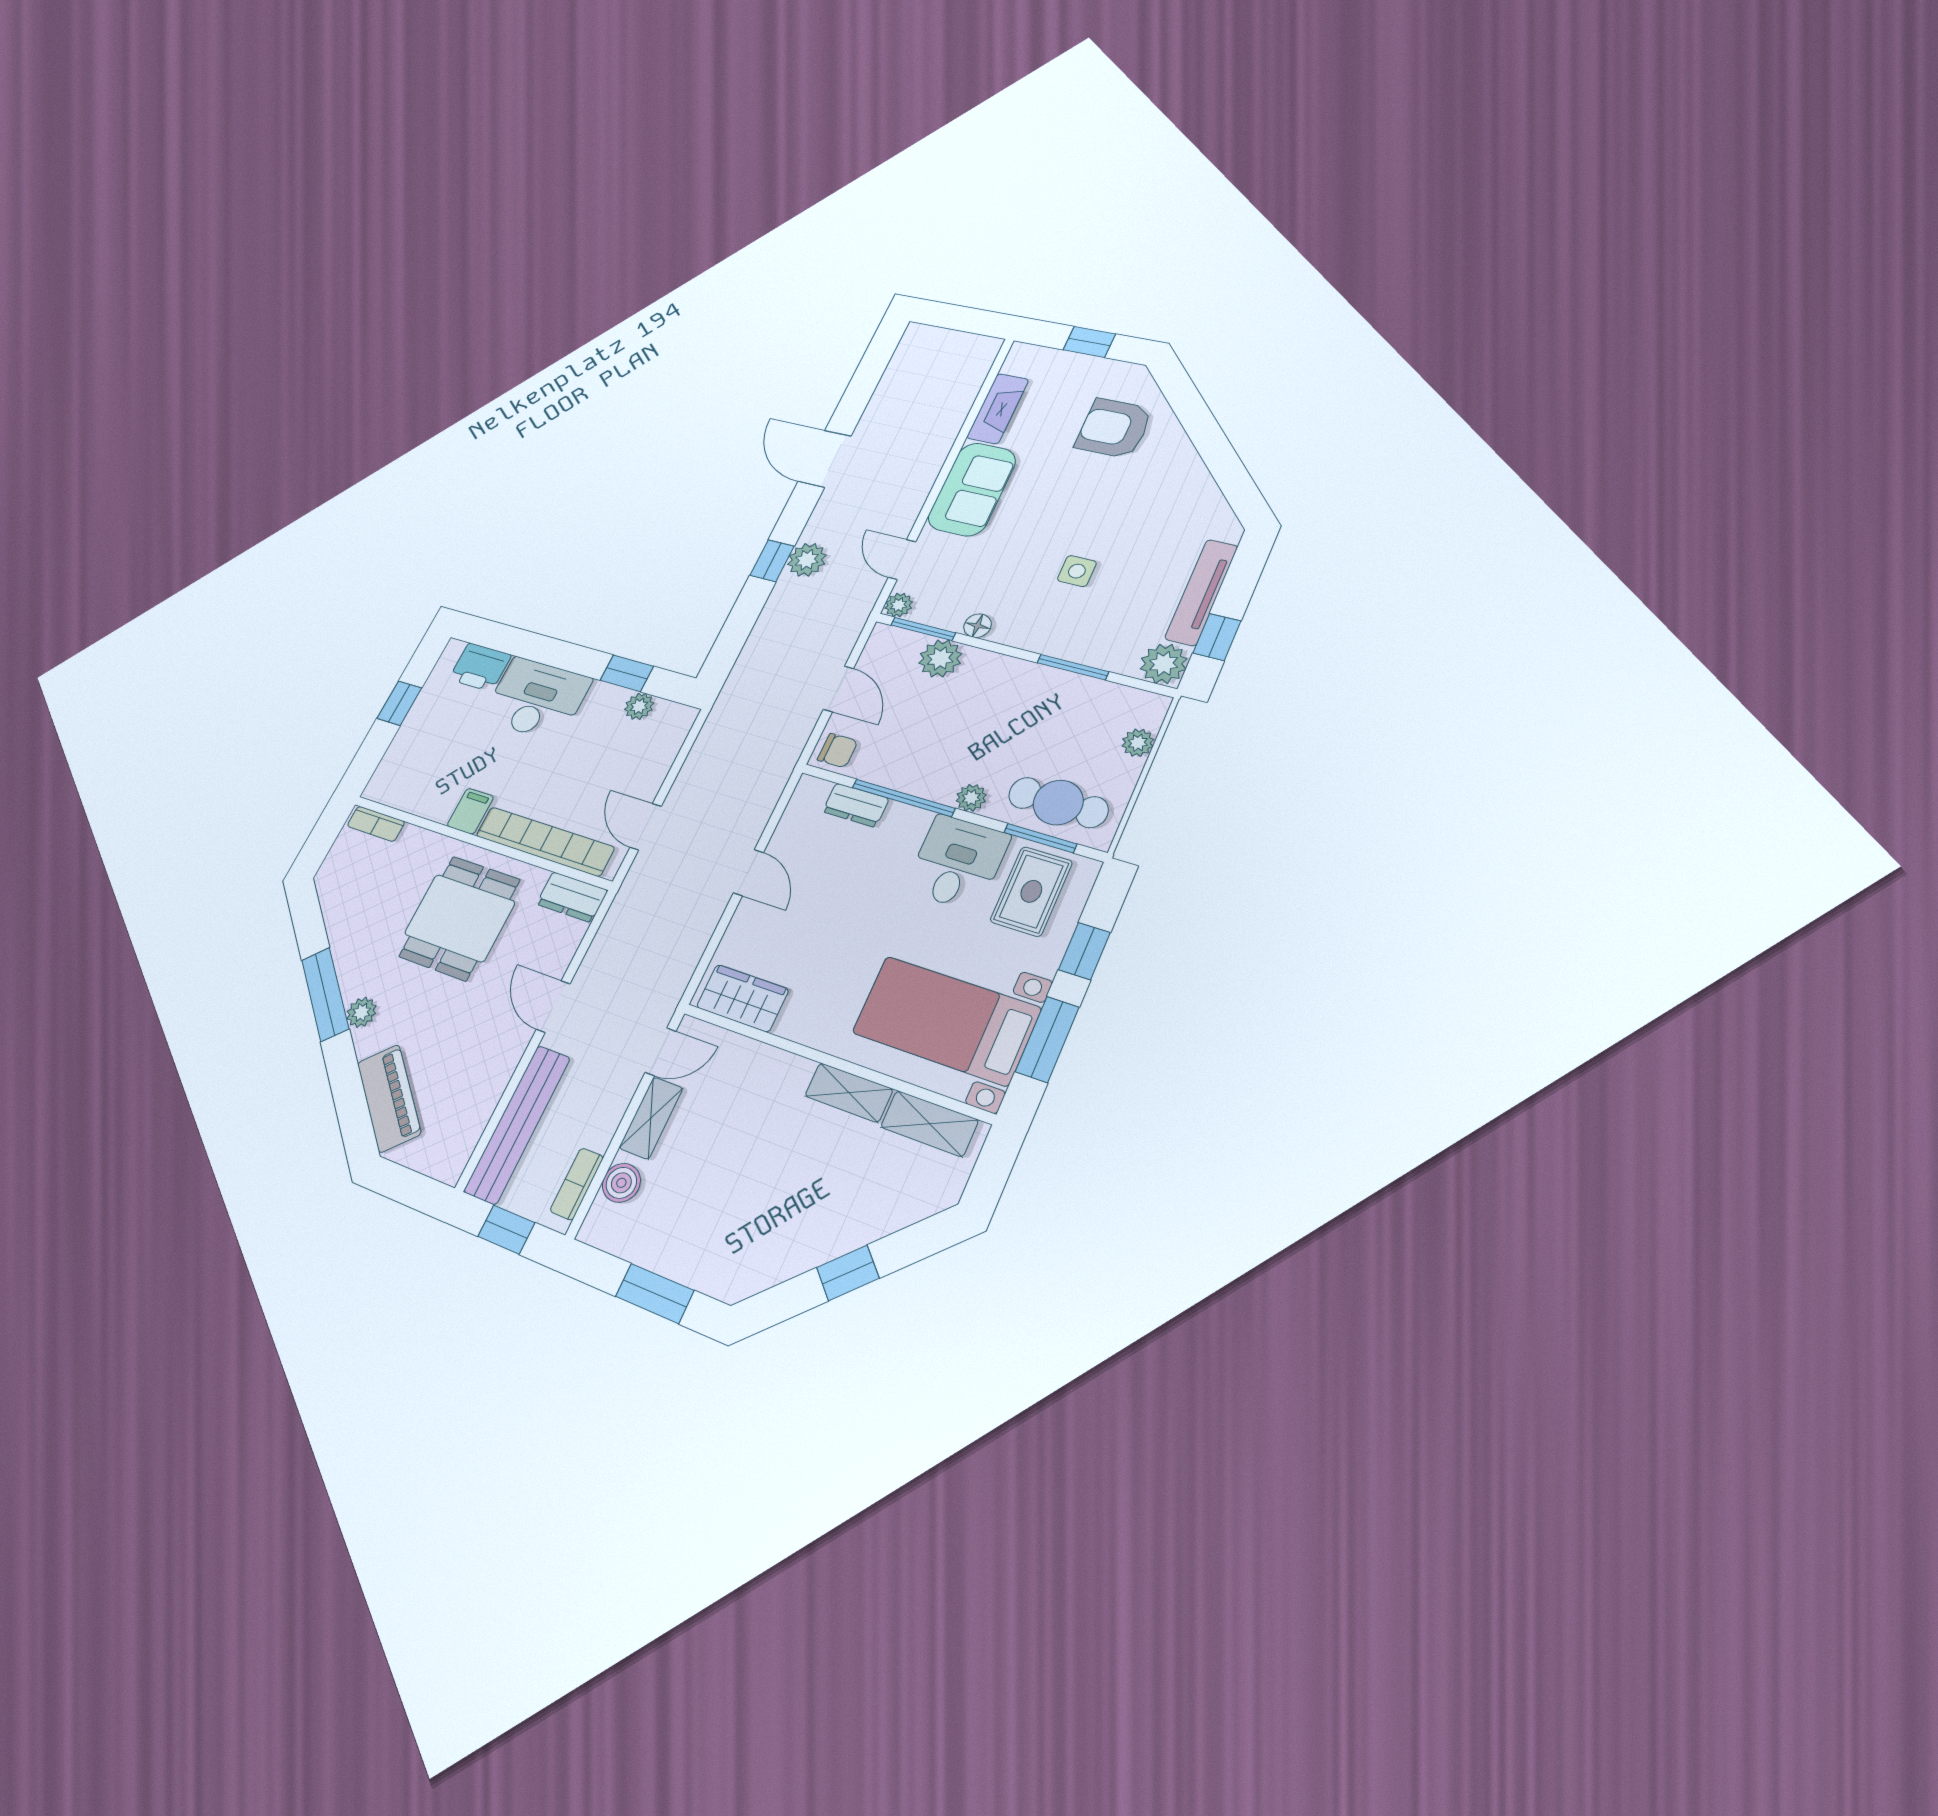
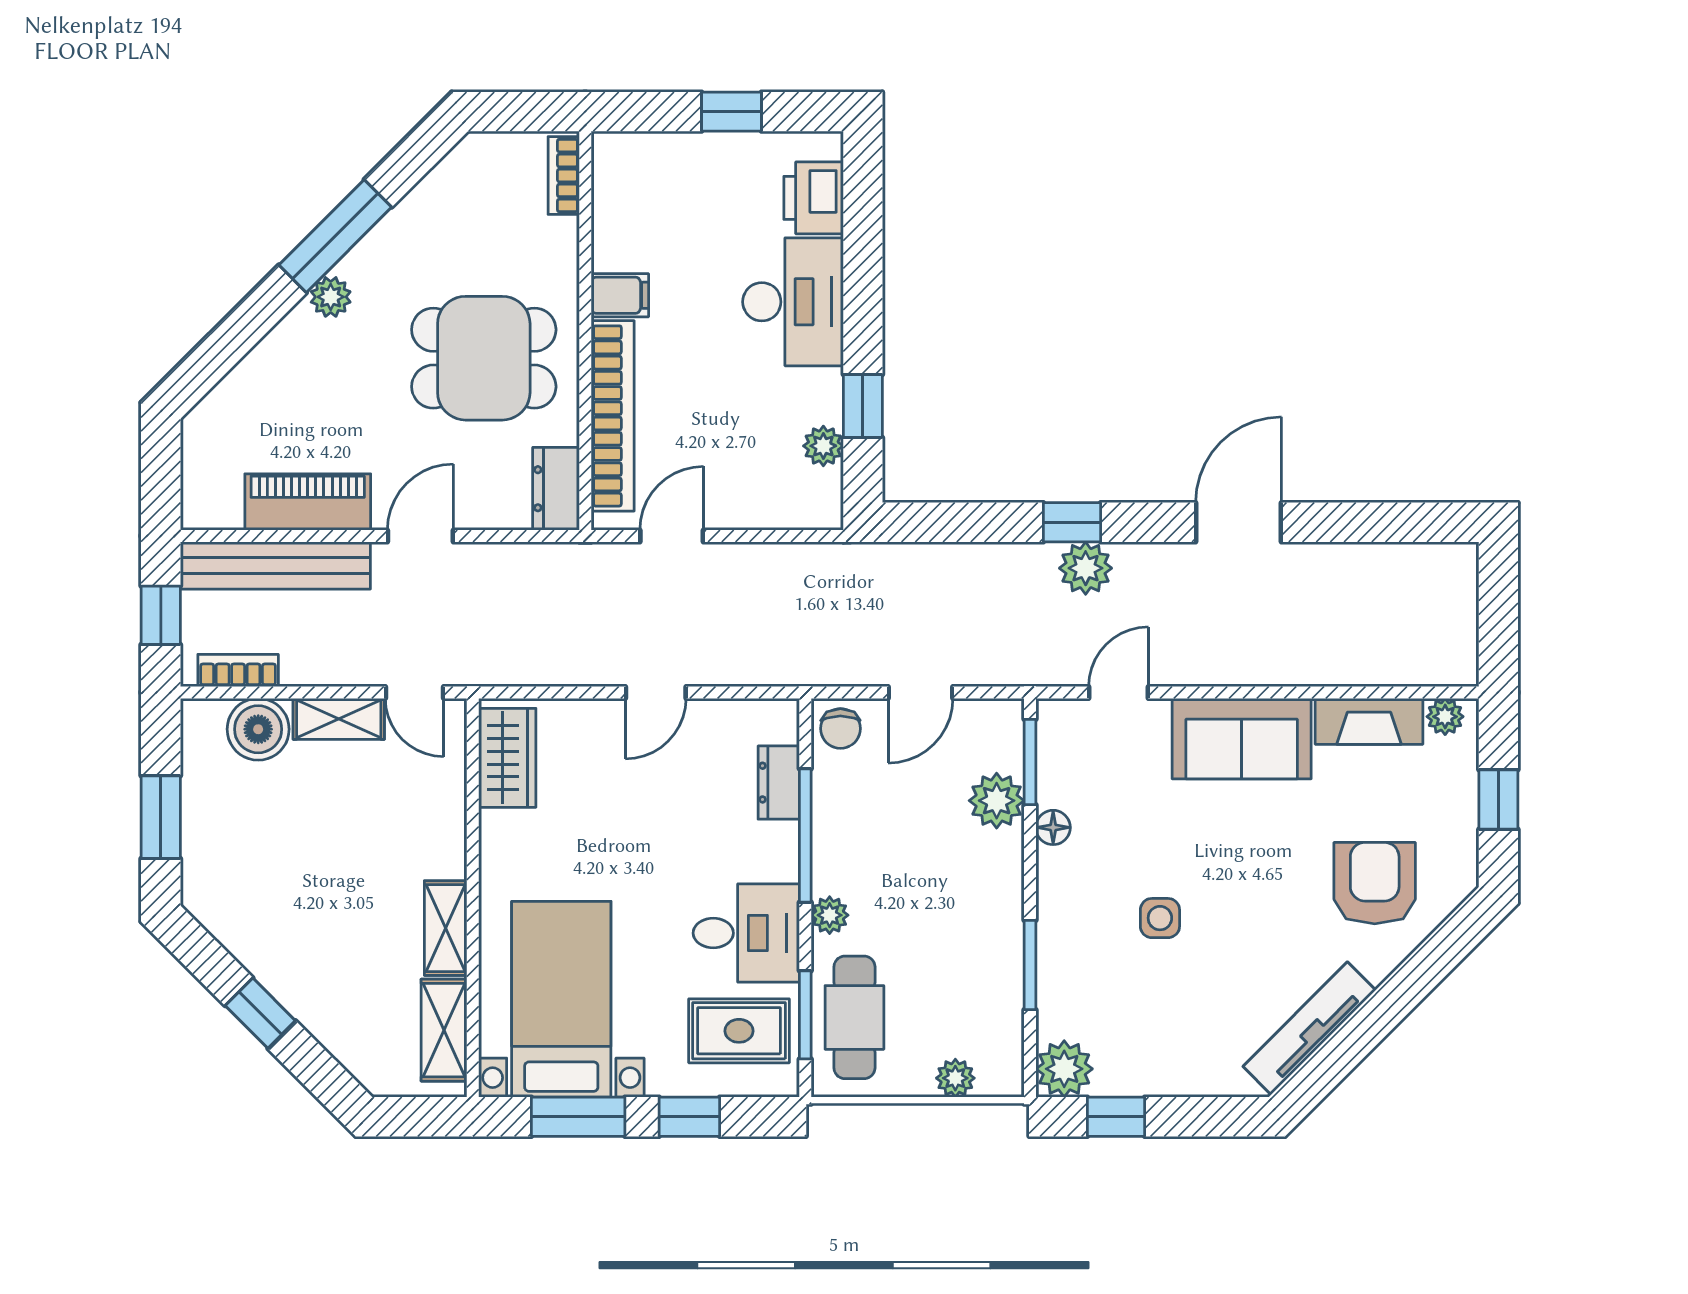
tv unit: (1201, 592) -> (1309, 1028), moved, turned -45
plant: (899, 605) -> (1445, 717), moved
piano: (389, 1098) -> (308, 502), moved, turned -135
boiler: (621, 1183) -> (258, 729), width x1.36, depth x1.36

